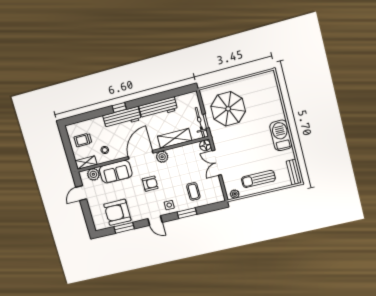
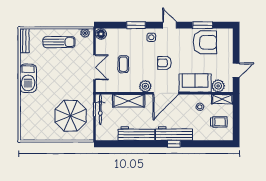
floor lamp: (205, 145) -> (101, 34), moved
coffee table: (193, 191) -> (123, 64), moved

